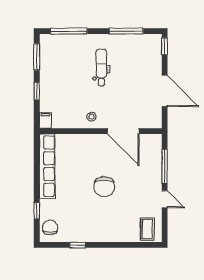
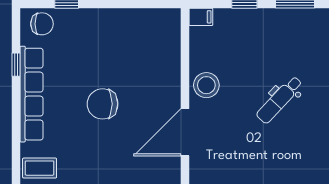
dental chair: (101, 67) -> (279, 100), turned 133
stool: (91, 117) -> (206, 85), width x1.89, depth x1.89
row of seats: (47, 166) -> (31, 94), moved, turned -90

